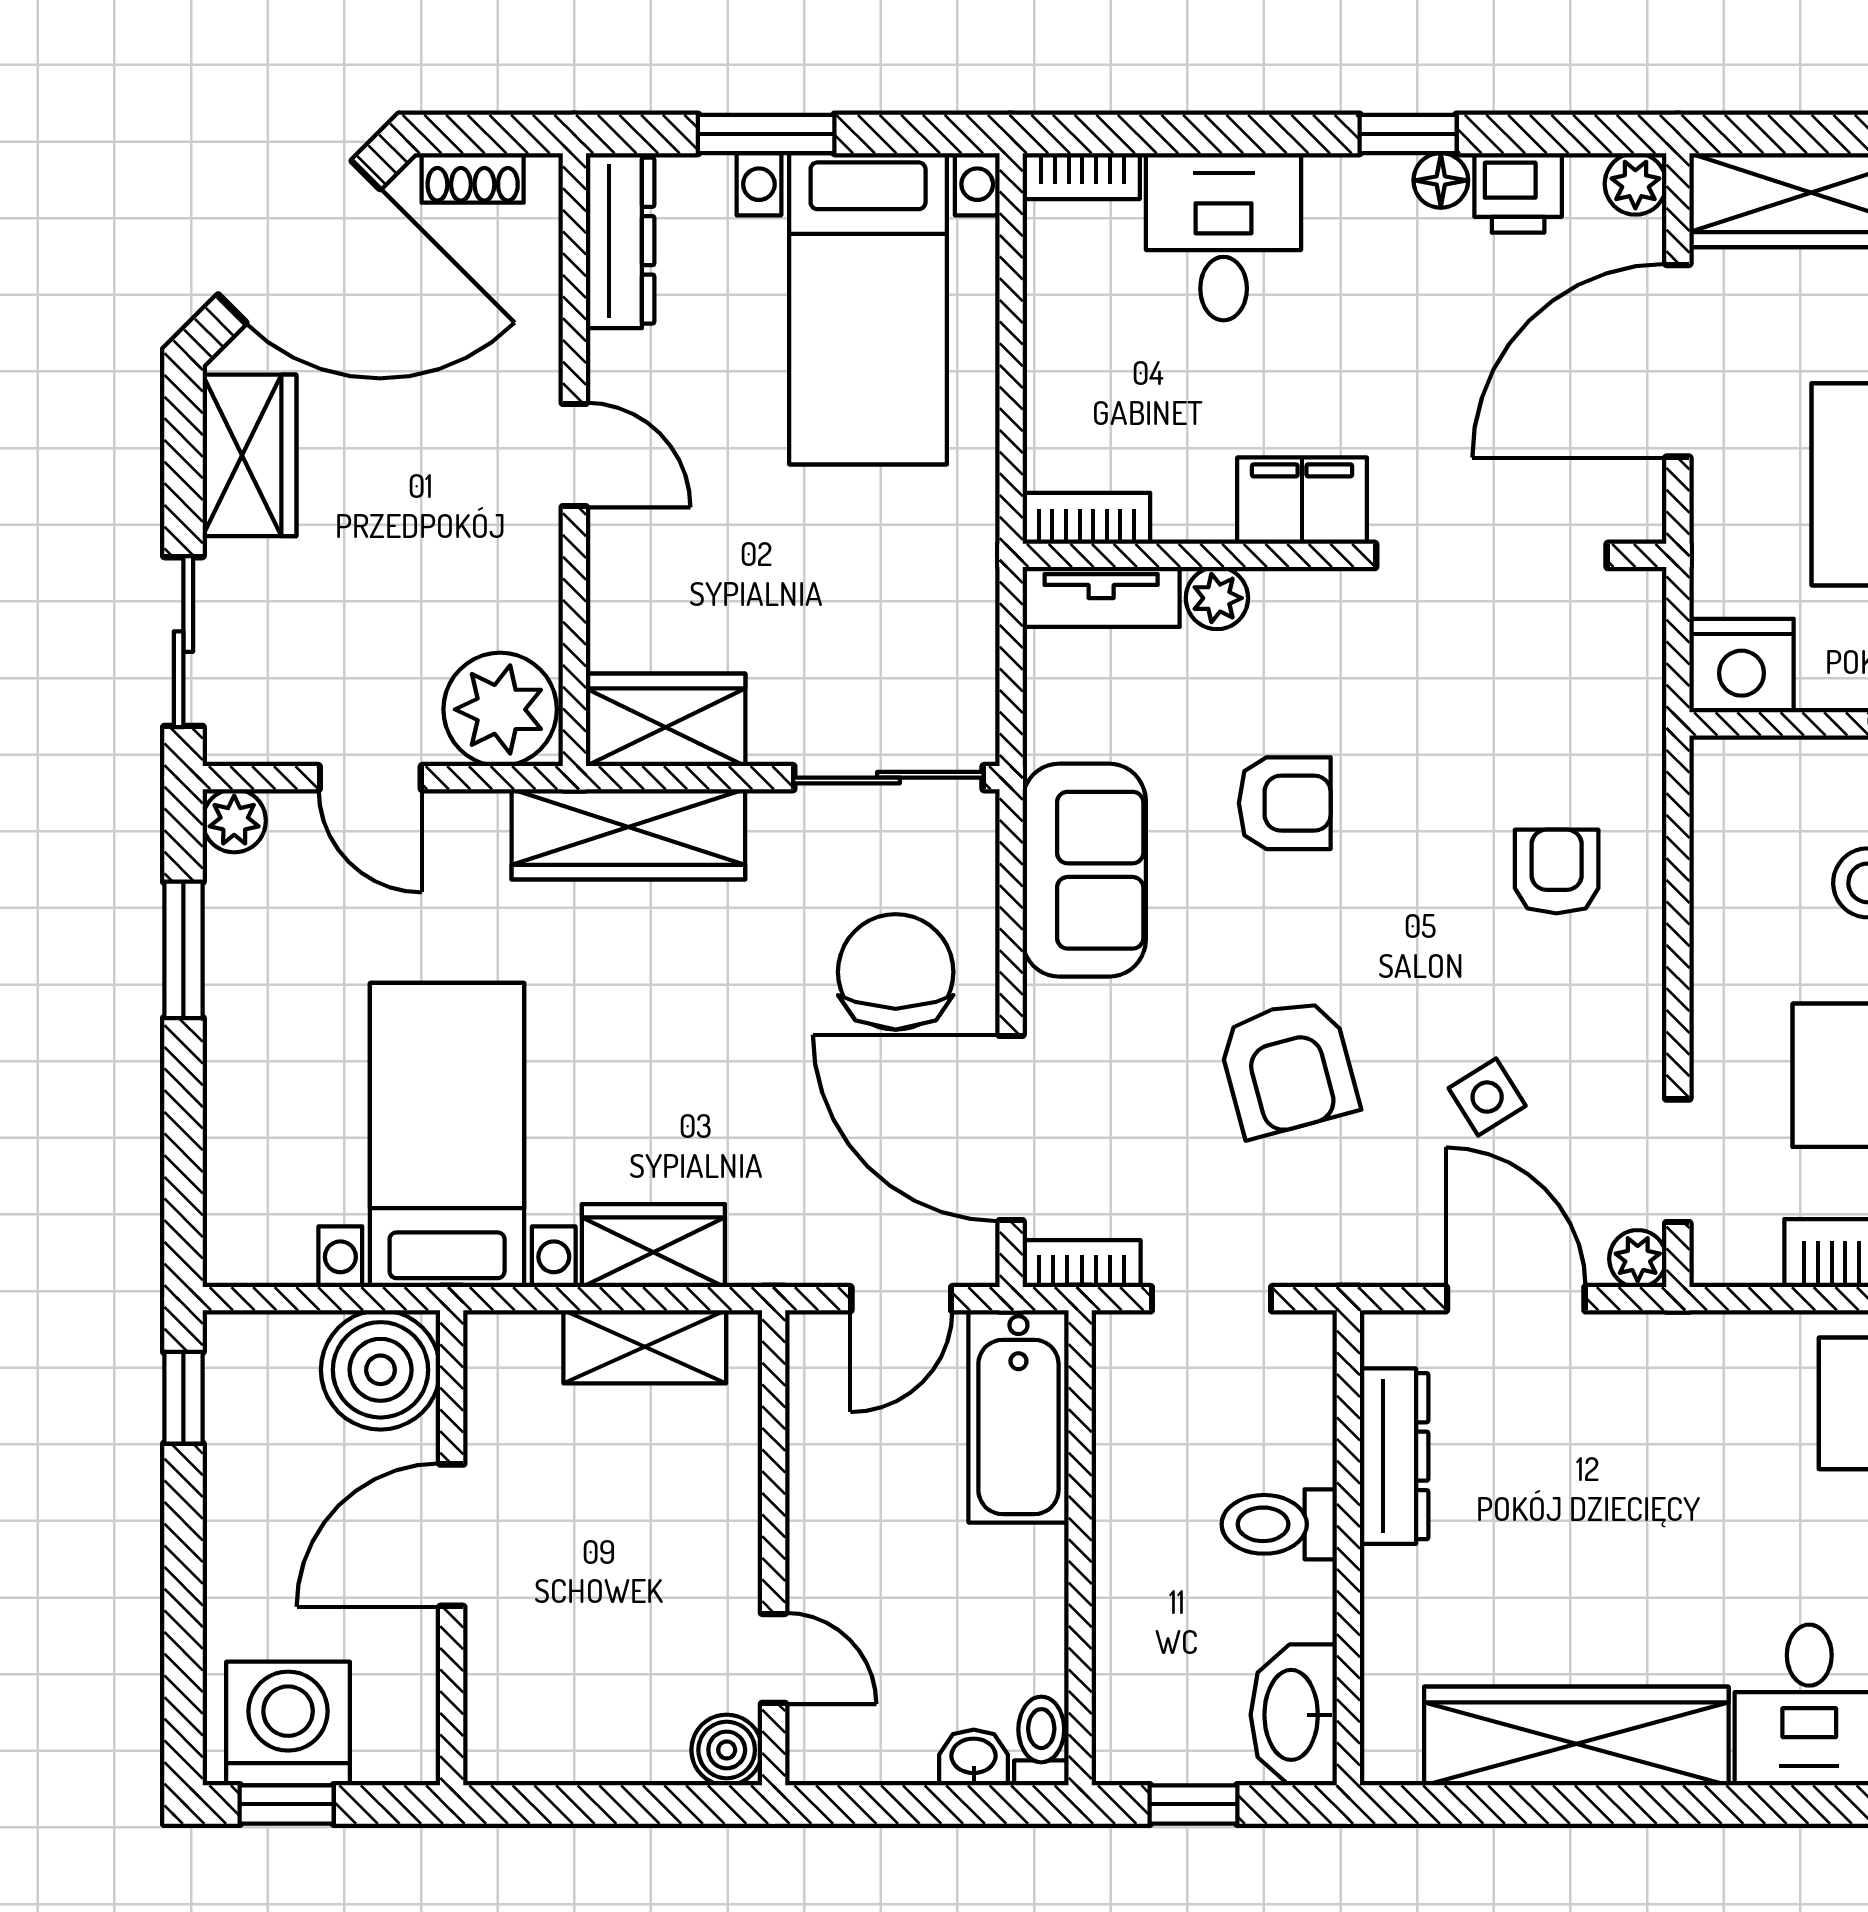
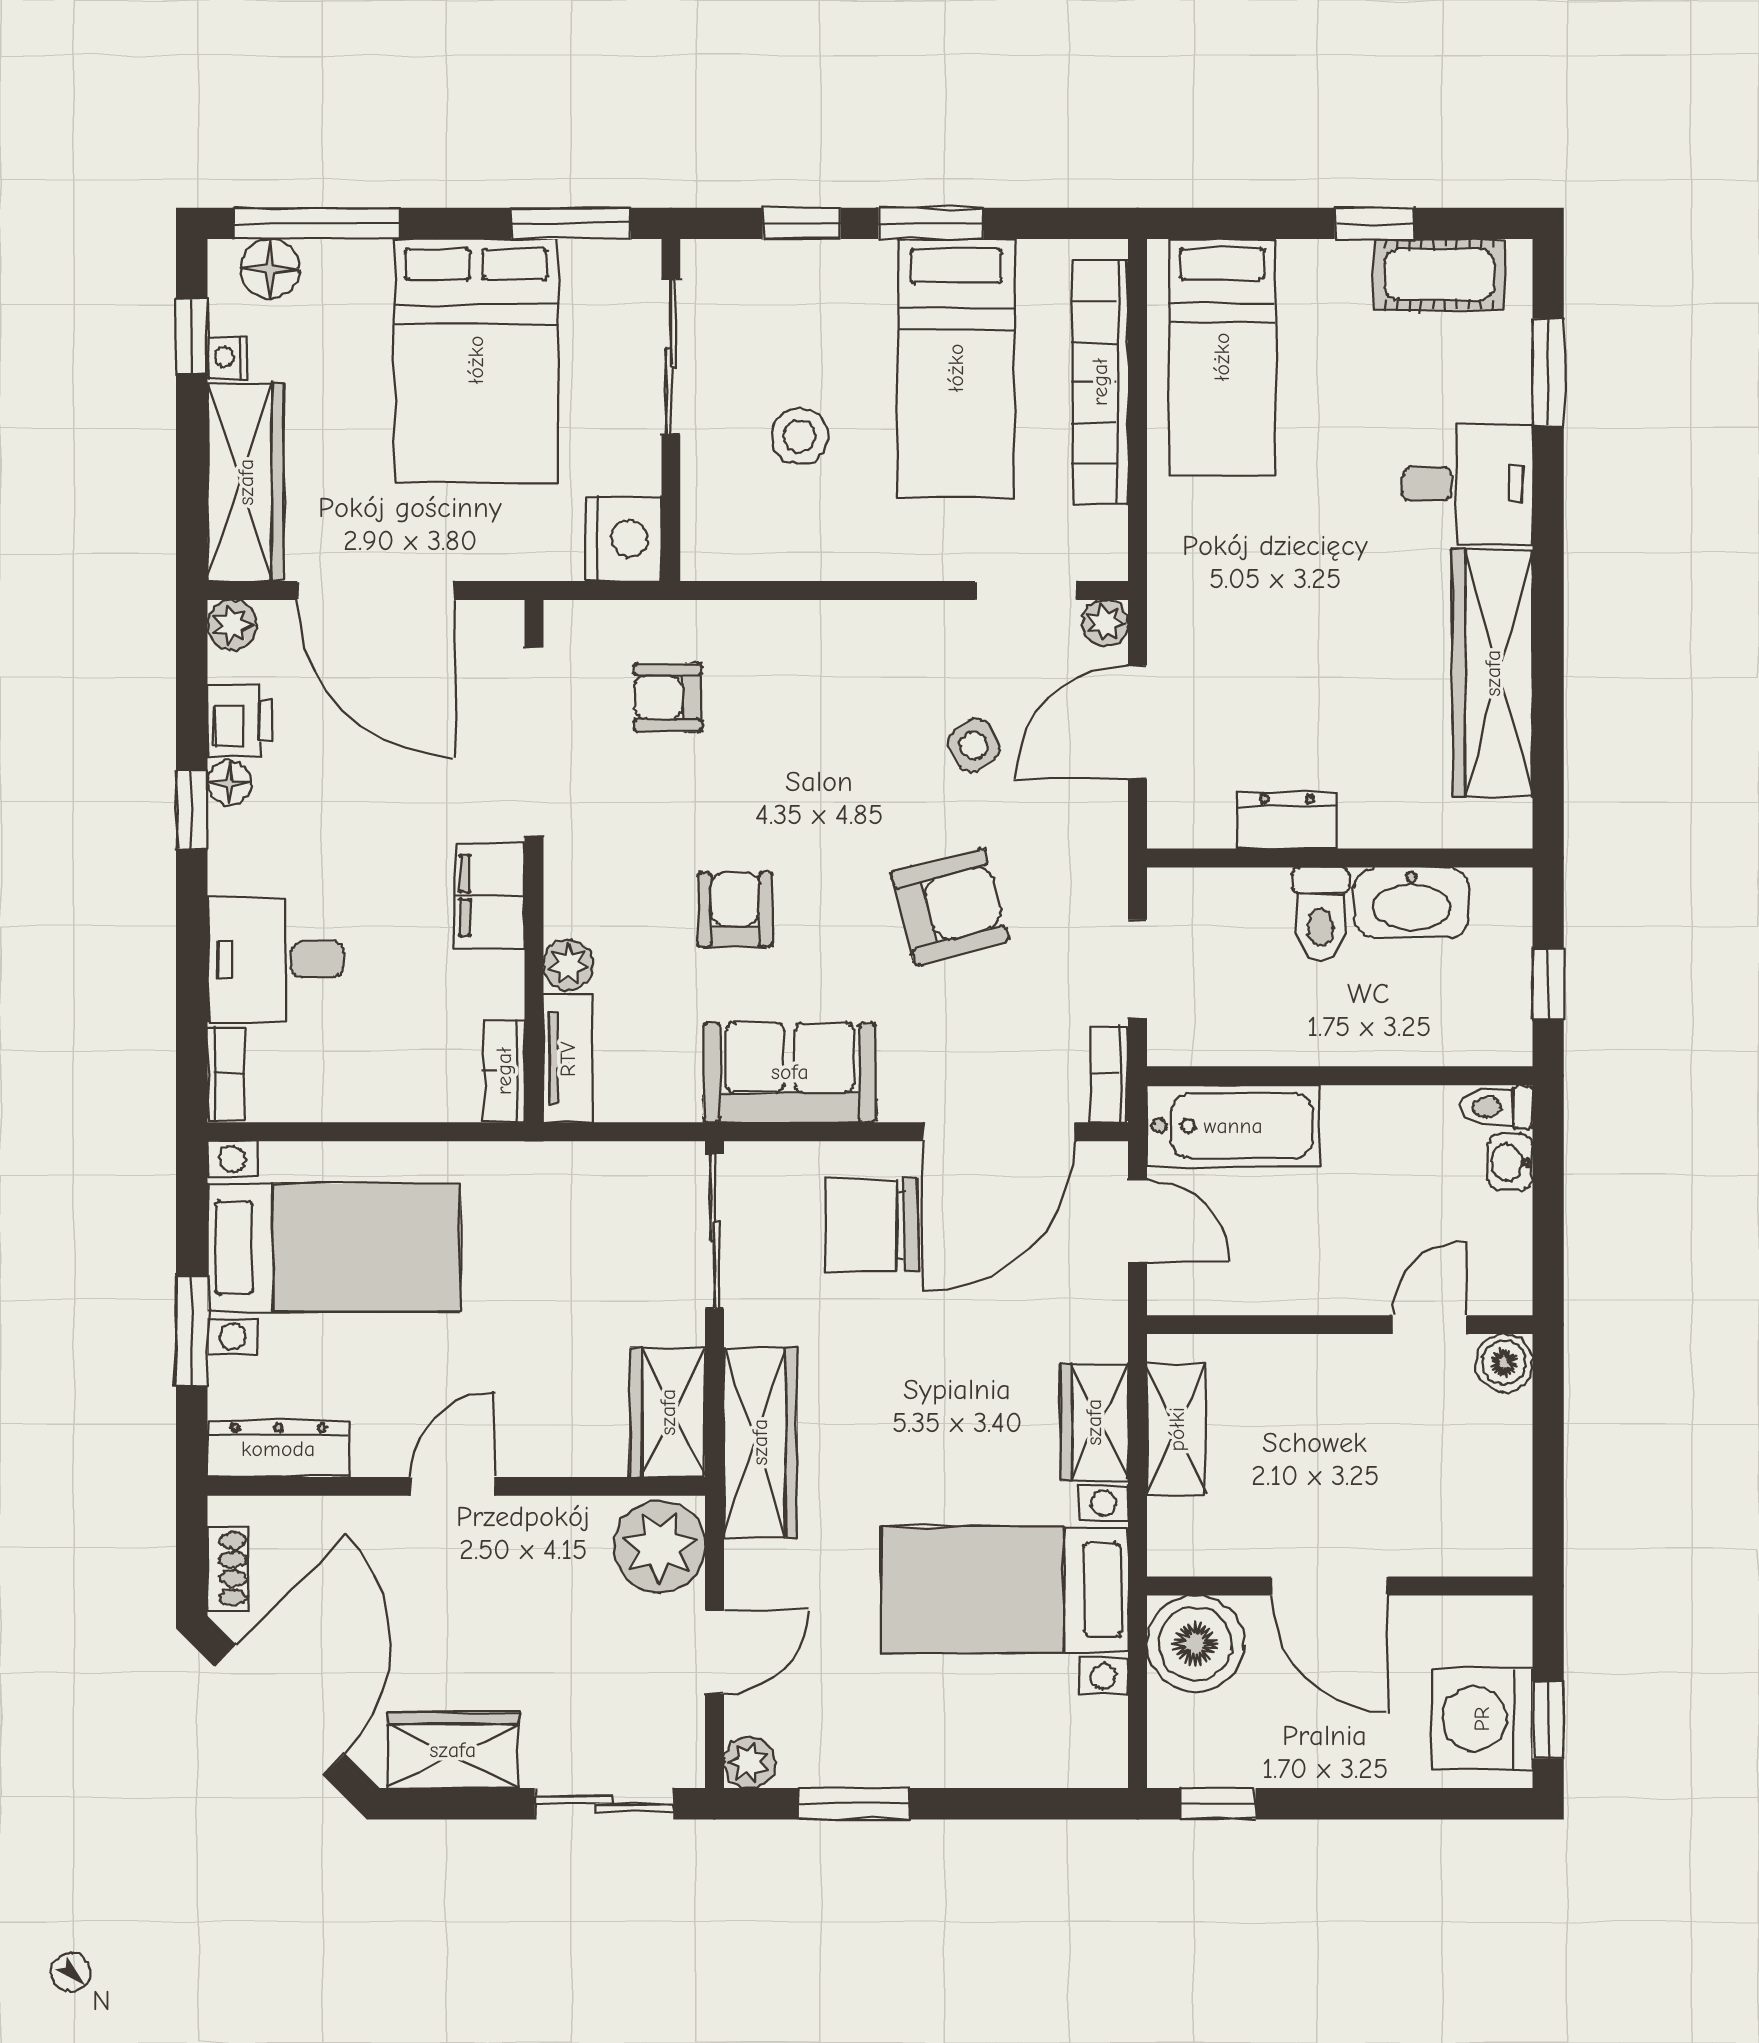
armchair: (1557, 871) -> (668, 697), moved
dresser: (1394, 1456) -> (1287, 821), width x0.70
washbasin: (1294, 1715) -> (1411, 902), moved

